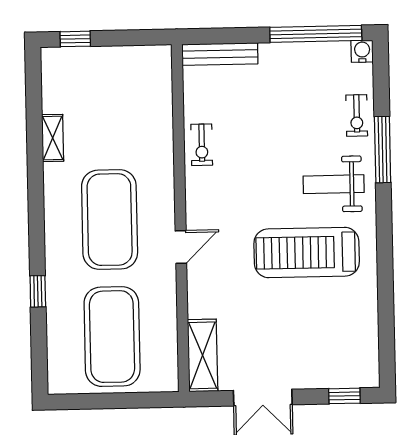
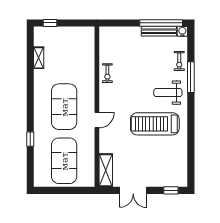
bench: (220, 54) -> (159, 31), moved
shelving: (53, 138) -> (39, 58), moved

